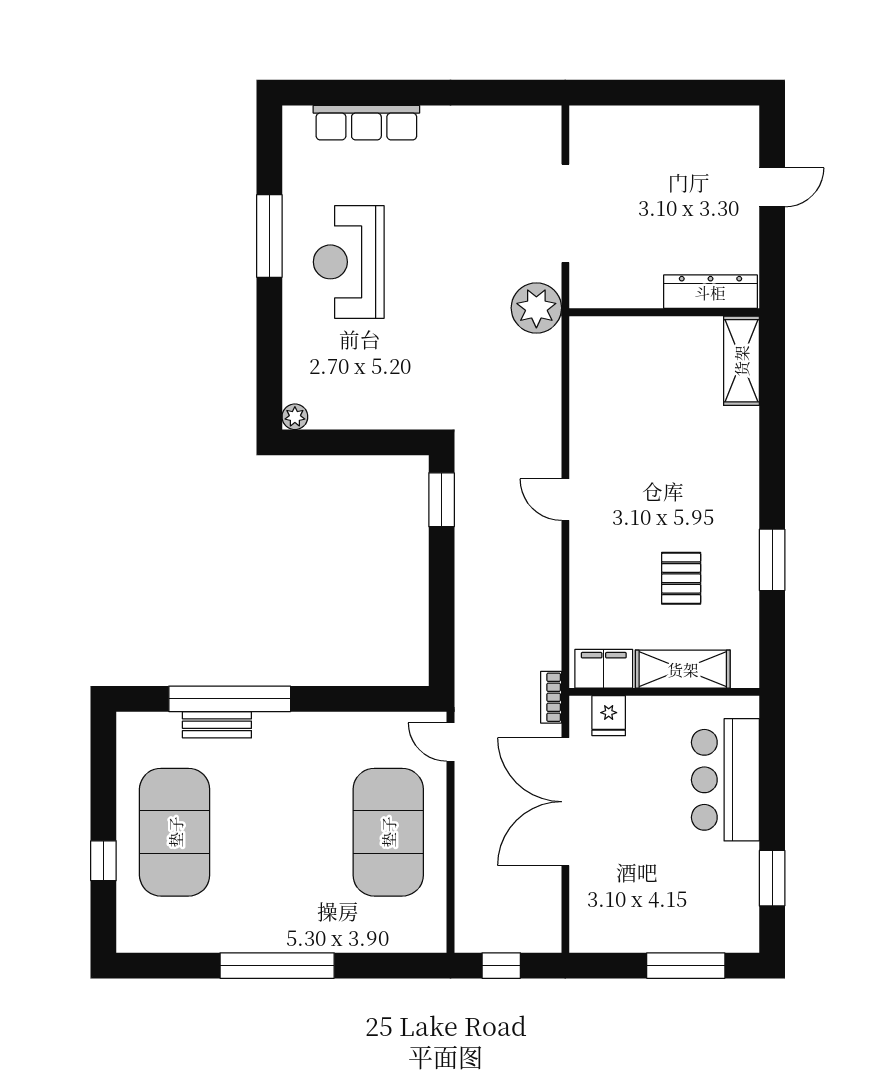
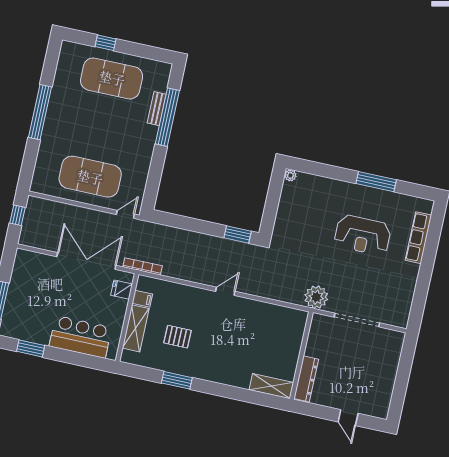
reception desk: (349, 262) -> (363, 235), moved, turned 180
filing cabinet: (604, 669) -> (142, 299), width x0.50
bookcase: (551, 697) -> (143, 266), width x1.56

